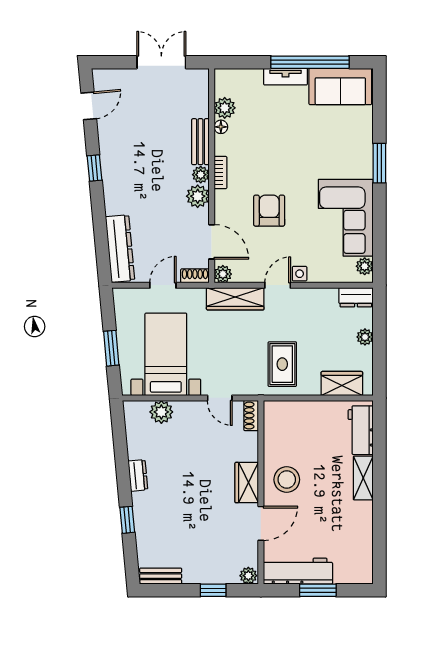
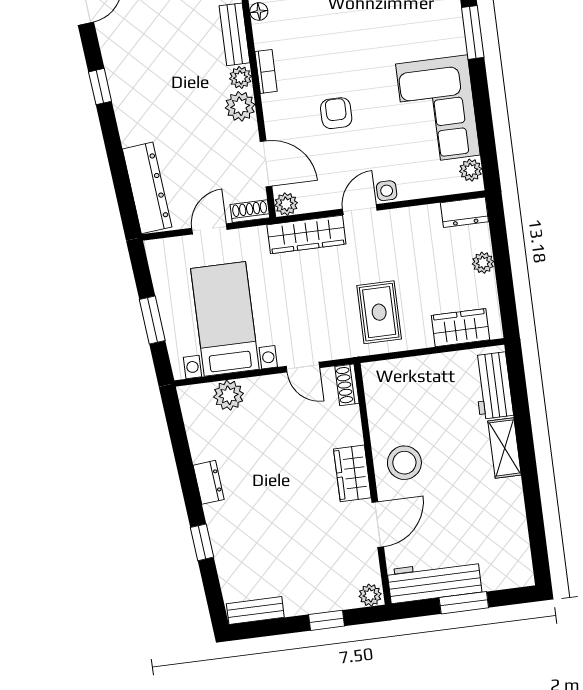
armchair: (269, 211) -> (336, 113), width x0.72, depth x0.72

